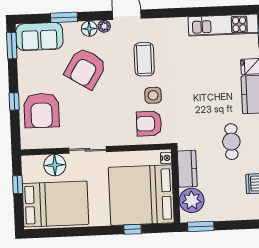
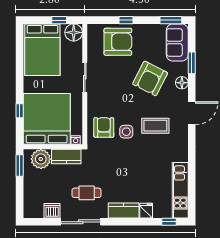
plant: (104, 26) -> (183, 95), removed
armchair: (86, 68) -> (150, 78), turned -95
armchair: (42, 110) -> (118, 42), turned 180
floor lamp: (55, 165) -> (74, 32), moved

